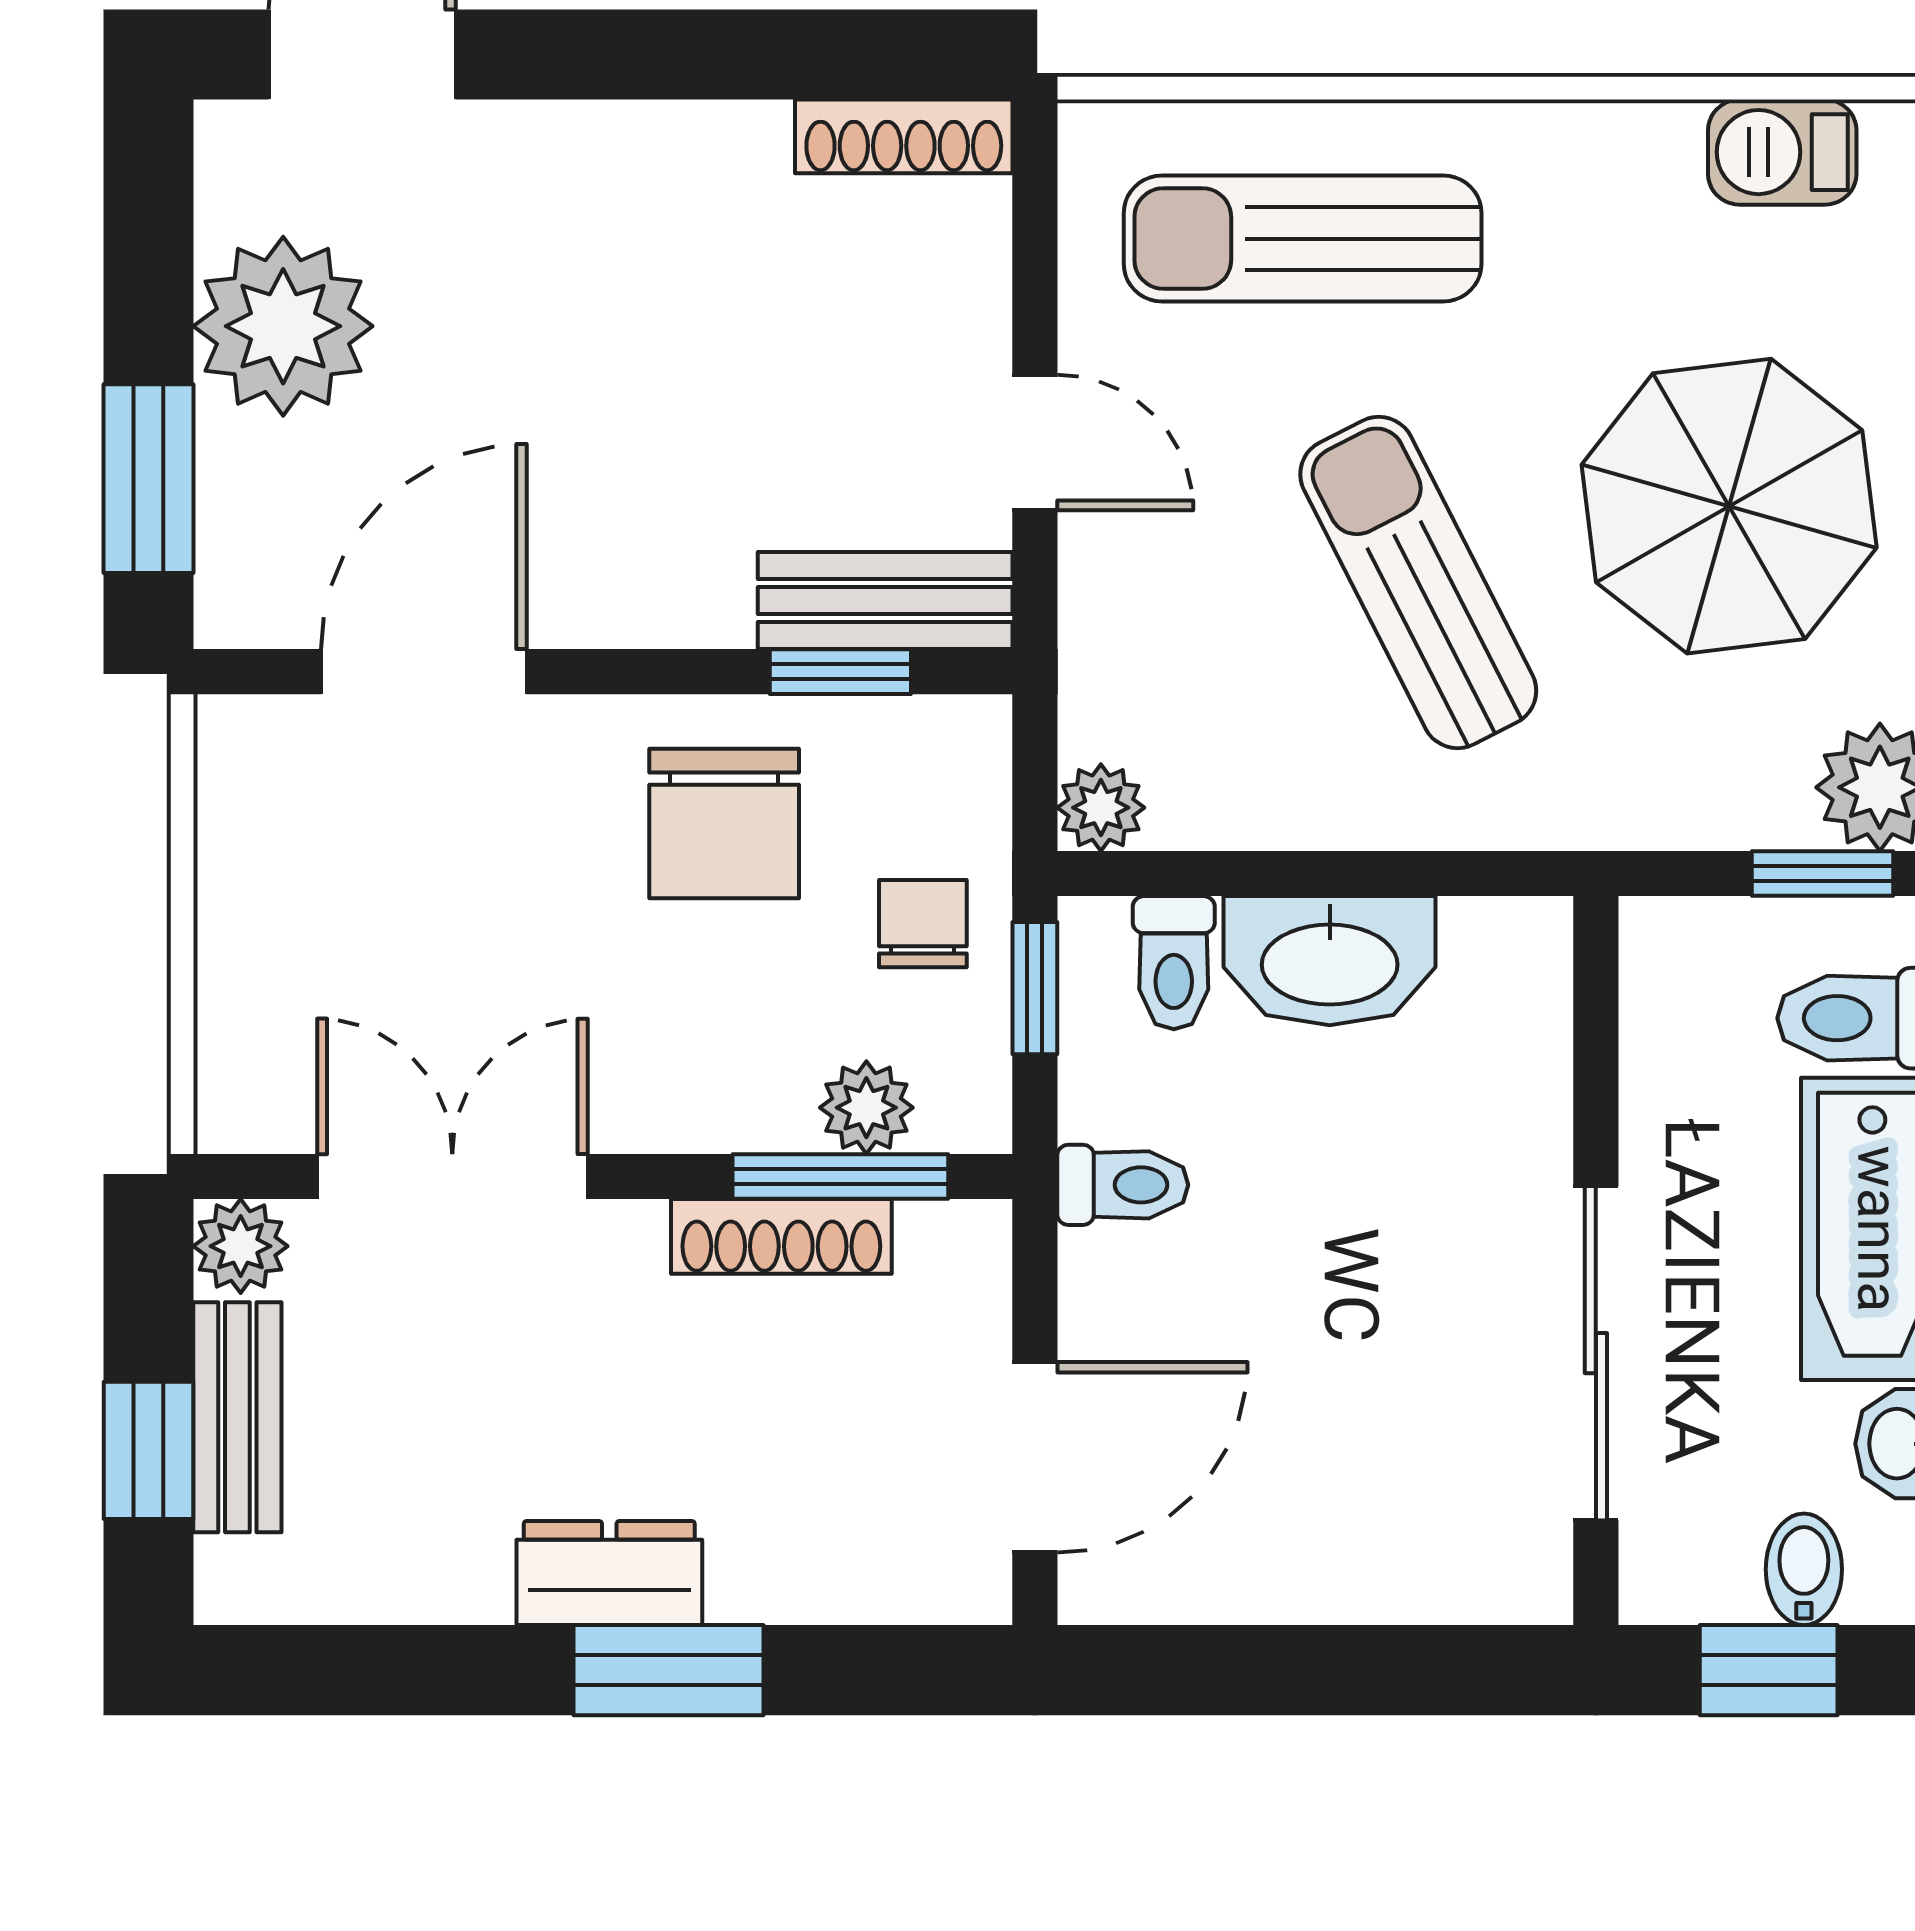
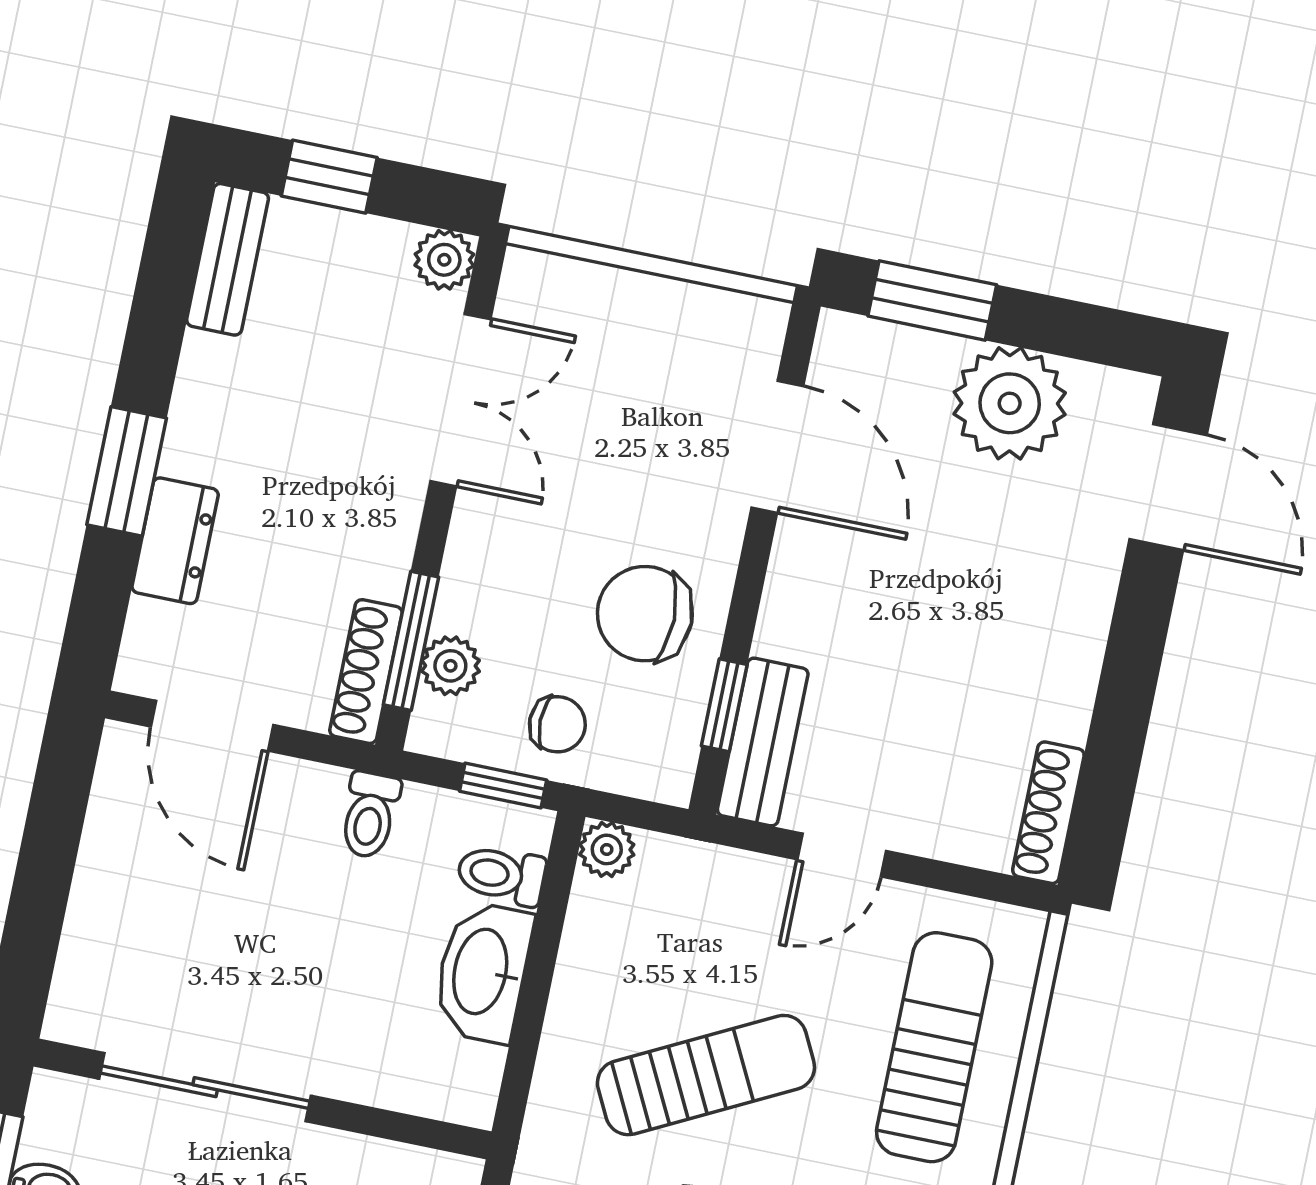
shoe rack: (781, 1236) -> (366, 672), moved
bench: (237, 1417) -> (228, 259), moved, turned 90
dresser: (609, 1573) -> (175, 541), moved

